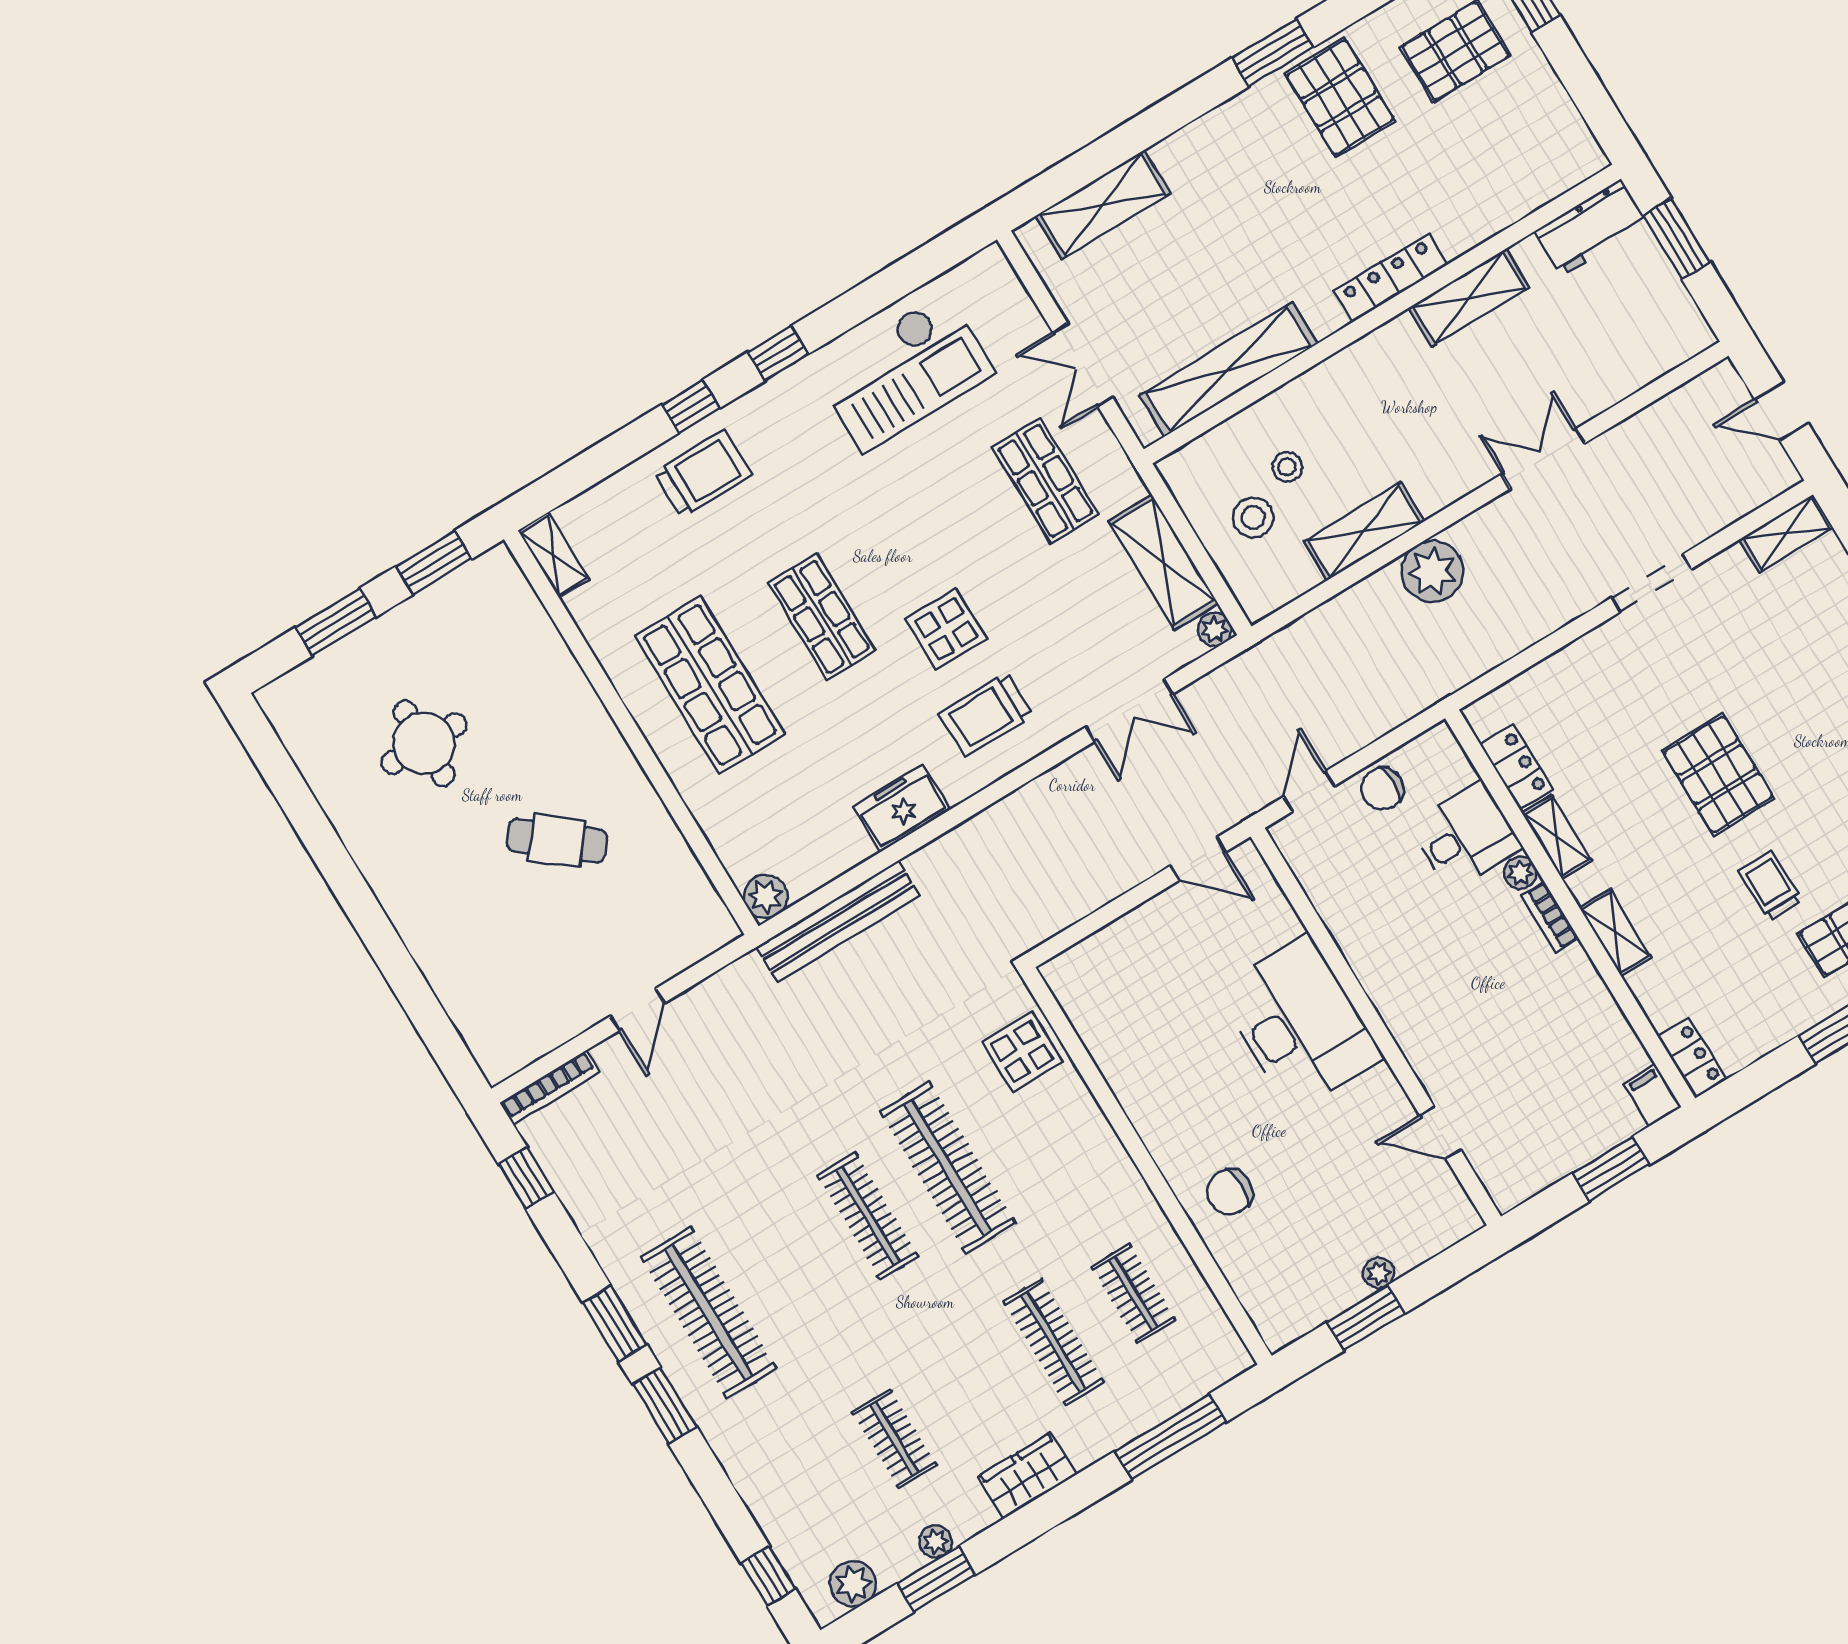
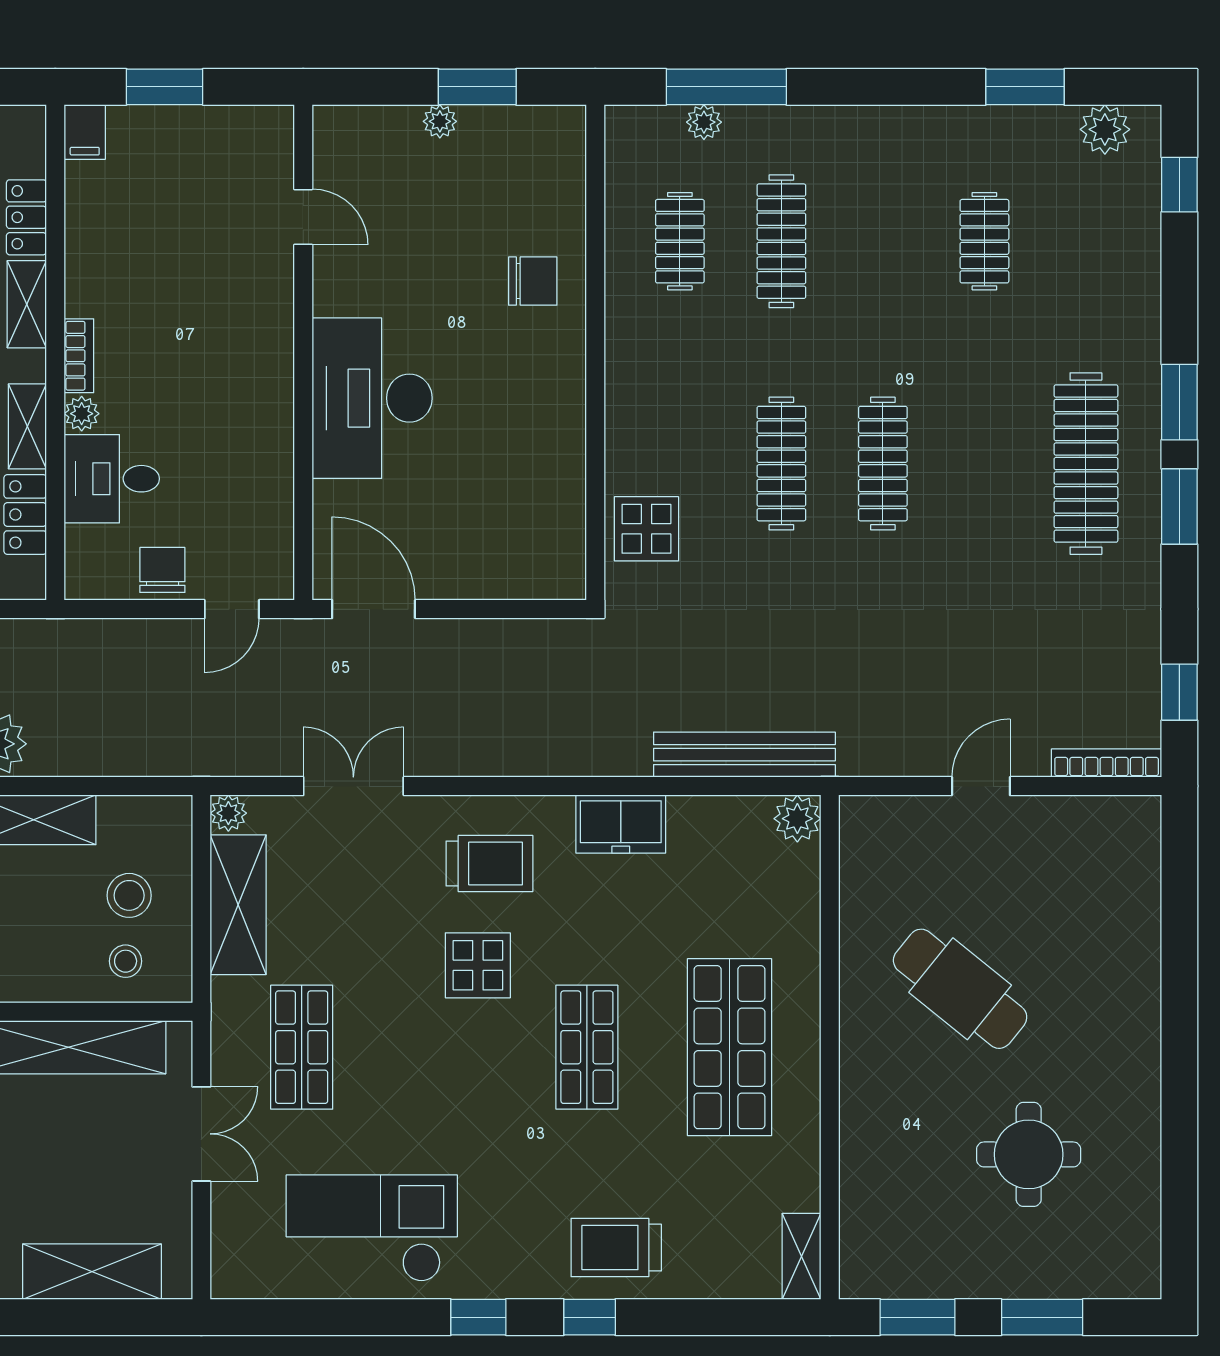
stool: (1287, 467) -> (126, 961), moved
chair: (1382, 789) -> (162, 570), turned -90
cafe table: (557, 841) -> (960, 989), width x1.37, depth x1.35
door: (1198, 859) -> (374, 609), width x1.38
locker: (1692, 1058) -> (26, 217), moved
clothes rail: (948, 1167) -> (781, 464), width x0.73, depth x0.76
wardrobe: (1027, 1476) -> (882, 132), removed
plant: (936, 1542) -> (704, 122), moved

